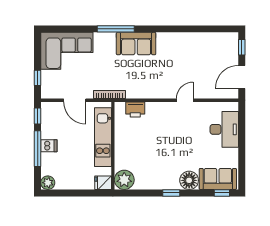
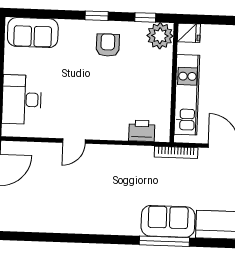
sofa: (136, 44) -> (168, 221), moved
armchair: (162, 172) -> (108, 45), added
floor lamp: (189, 180) -> (72, 32), removed
window: (222, 193) -> (145, 17), moved

